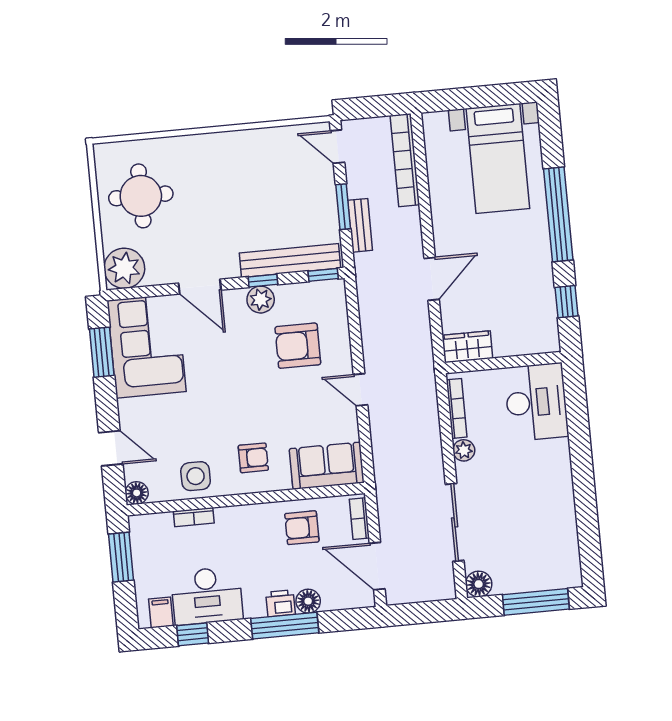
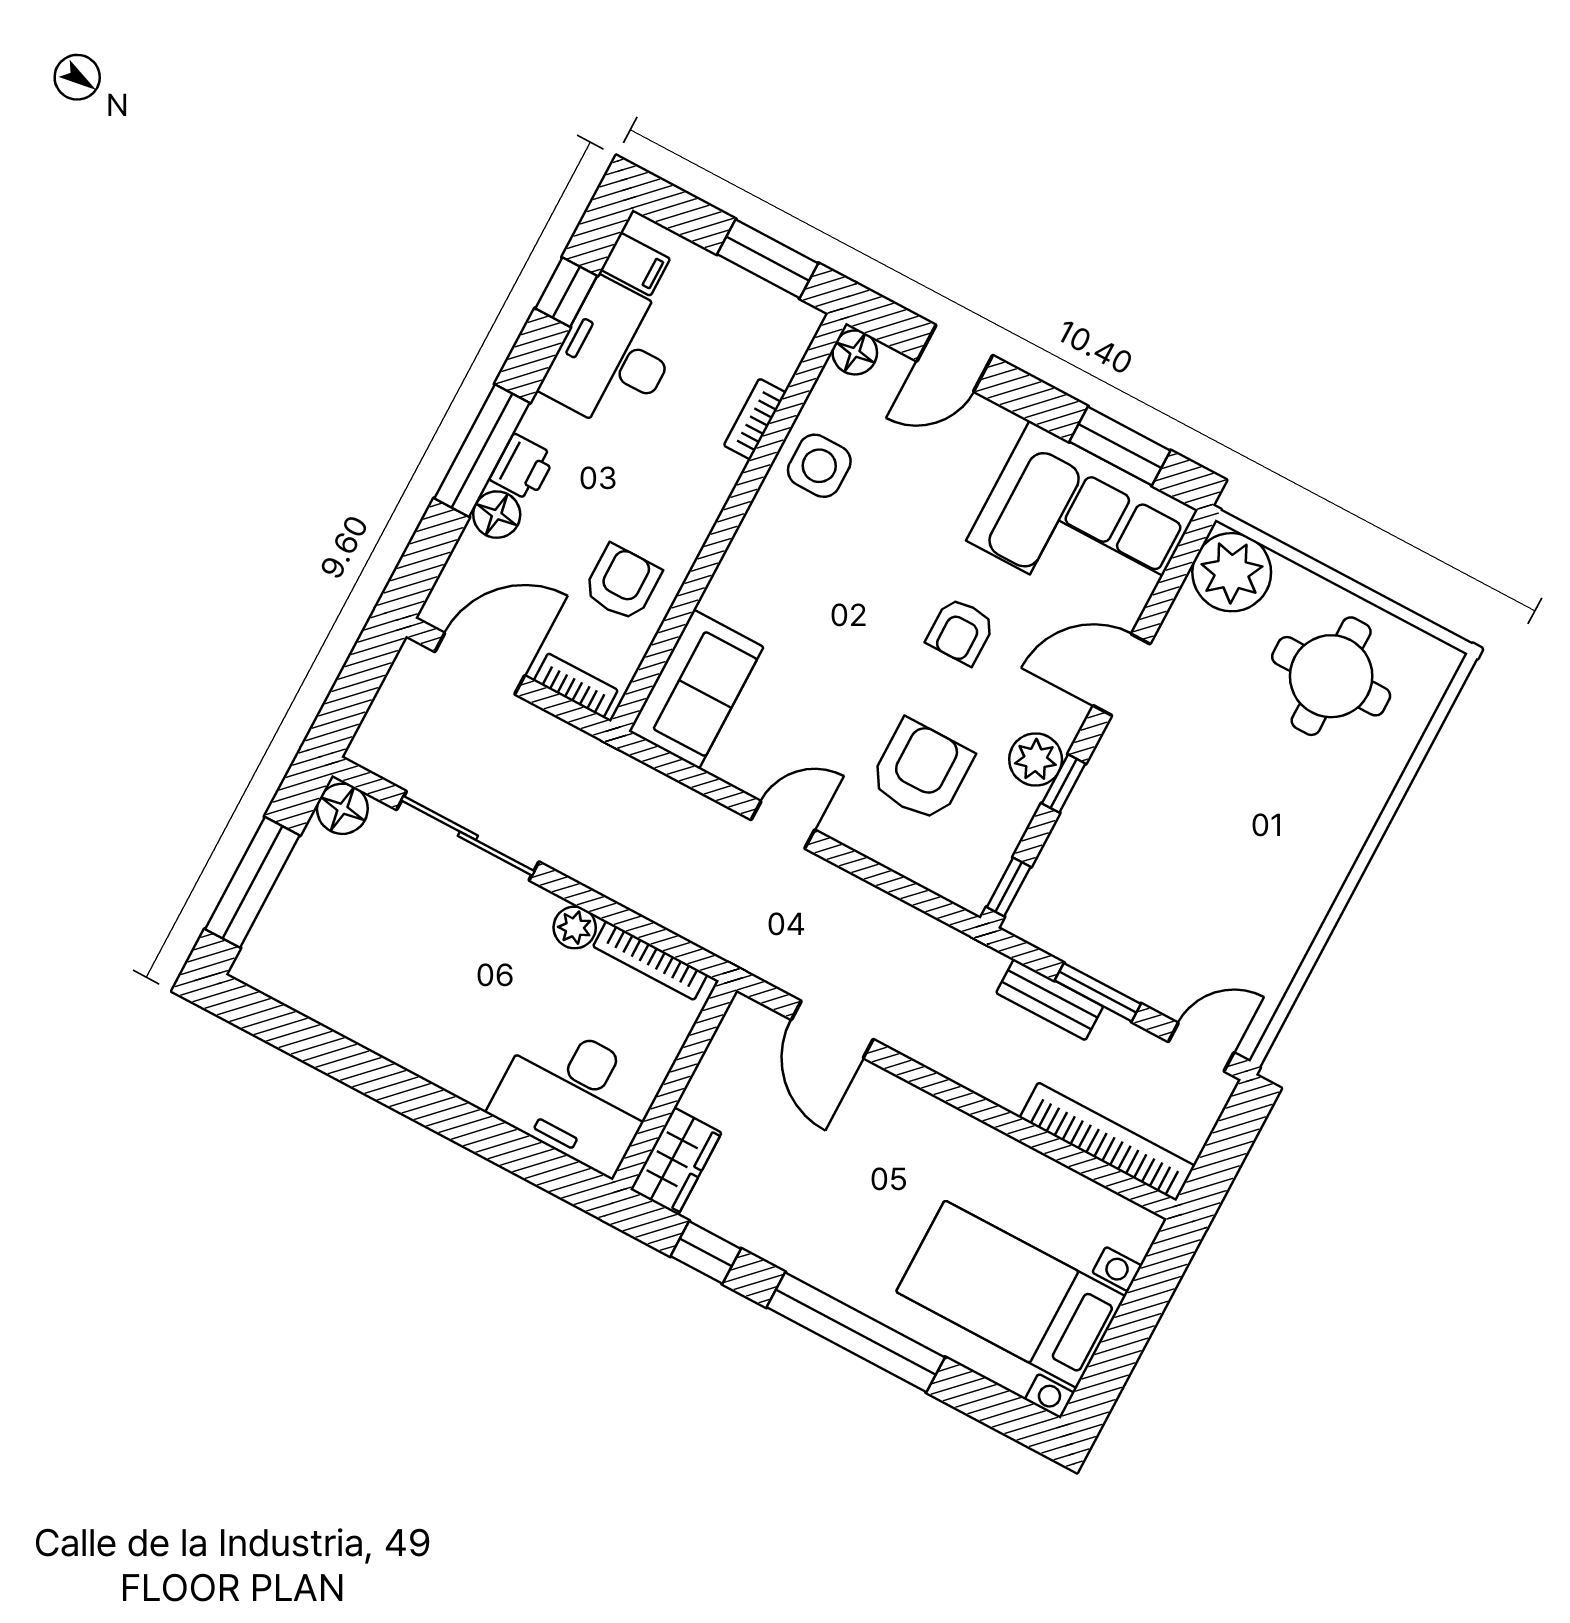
bench: (290, 261) -> (1067, 849), removed
door: (432, 279) -> (832, 1030), moved
wardrobe: (467, 347) -> (676, 1161), moved
armchair: (253, 458) -> (961, 631), moved

